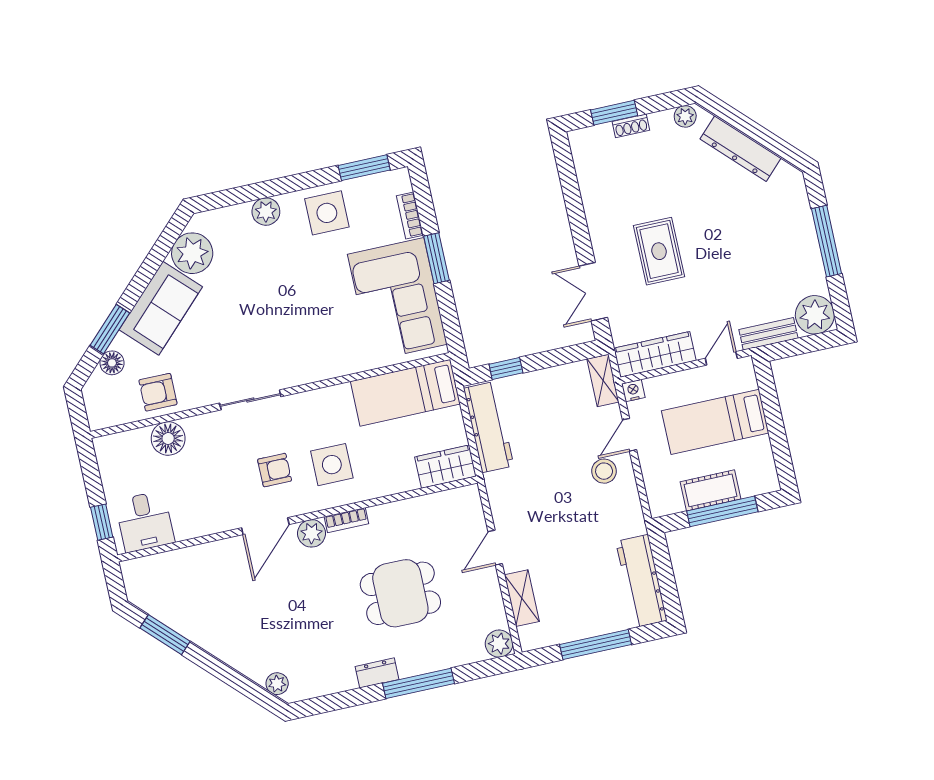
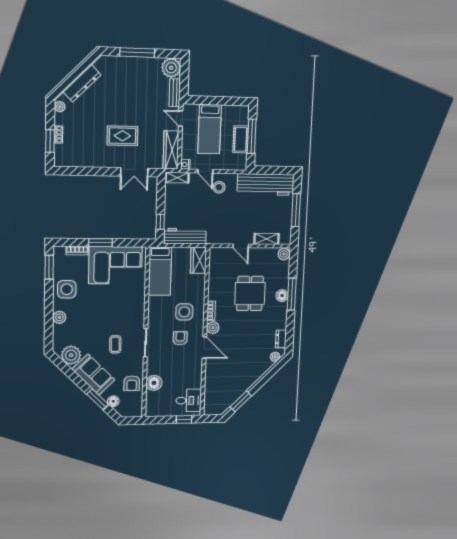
coffee table: (234, 338) -> (115, 344), added
workbench: (641, 581) -> (266, 184), width x1.36, depth x1.32
floor lamp: (411, 663) -> (282, 296), added
dresser: (377, 673) -> (281, 339), moved

